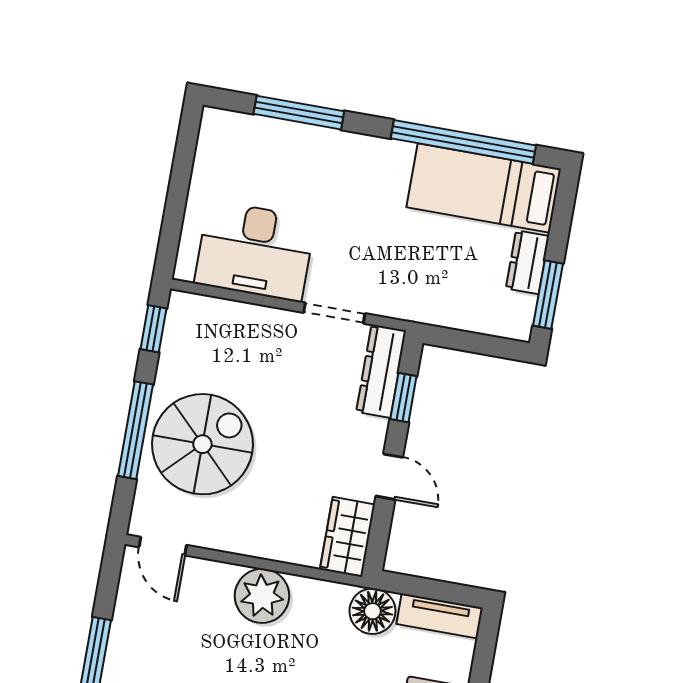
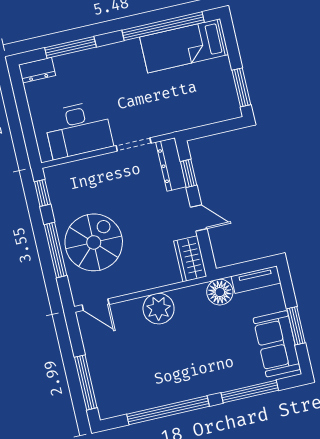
dresser: (527, 262) -> (37, 70), moved, turned -90

